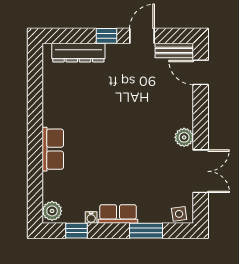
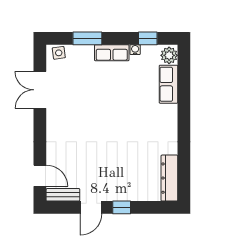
dresser: (78, 53) -> (169, 178), moved, turned -90
plant: (184, 137) -> (54, 119), removed
row of seats: (53, 149) -> (168, 84), moved

